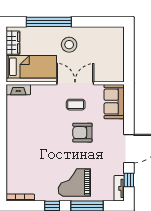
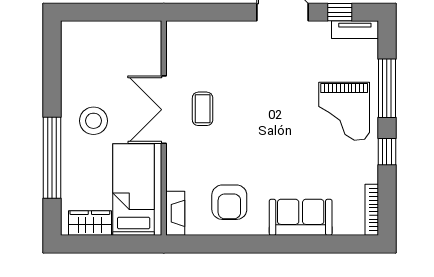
sofa: (114, 102) -> (301, 217), moved, turned 180
armchair: (82, 133) -> (229, 202), moved

